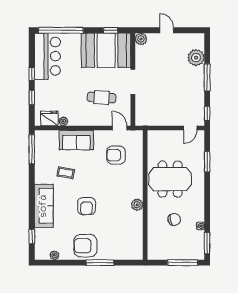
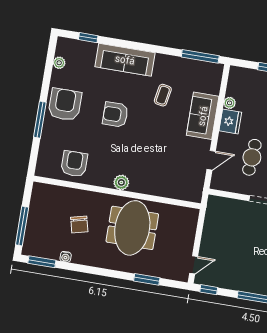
fridge: (49, 118) -> (230, 122), moved
door: (120, 128) -> (211, 160), moved
door: (190, 128) -> (194, 265), swing flipped
armchair: (116, 155) -> (74, 164), moved
plant: (137, 205) -> (121, 182), moved

